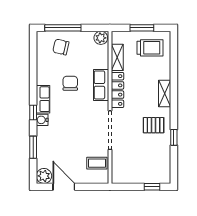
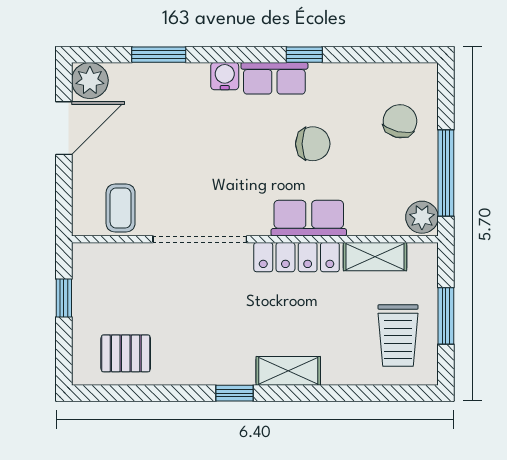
window: (63, 28) -> (446, 173), moved
window: (33, 113) -> (304, 55), moved
pallet: (154, 125) -> (126, 353), moved, turned 90
window: (174, 137) -> (234, 393), moved
window: (152, 187) -> (64, 298), moved

